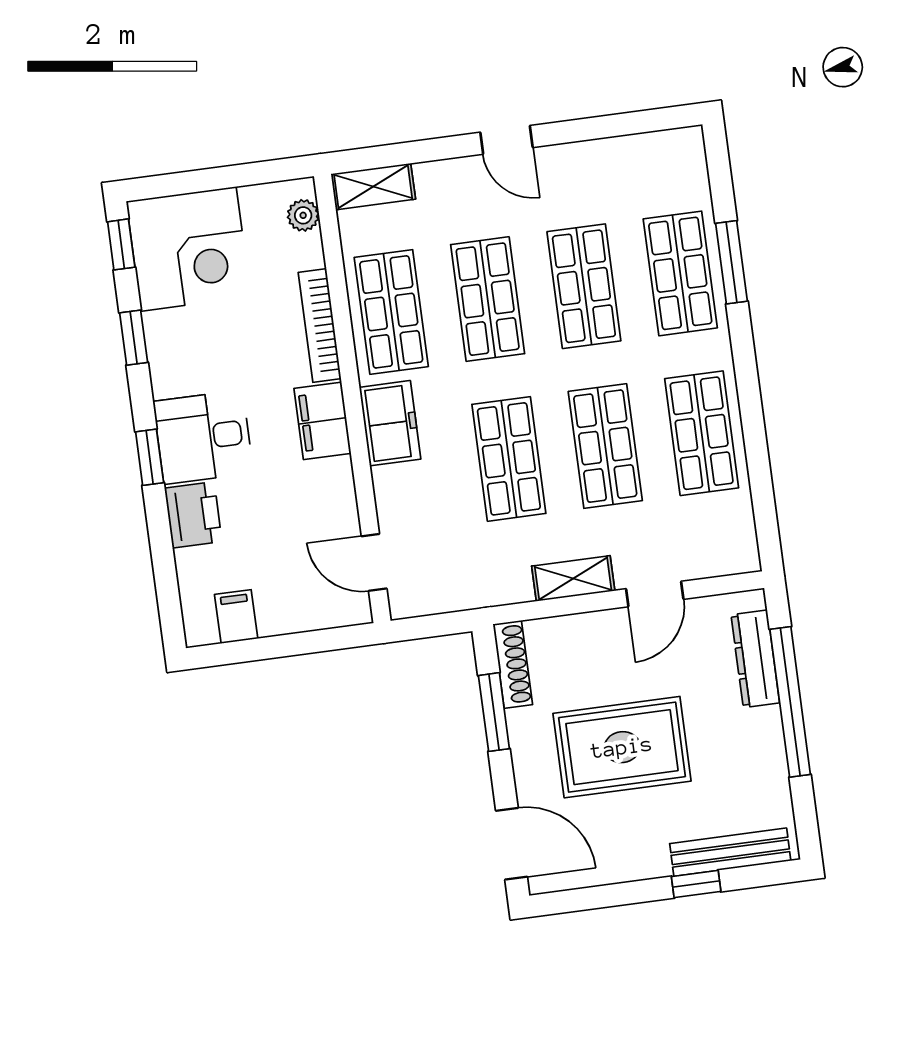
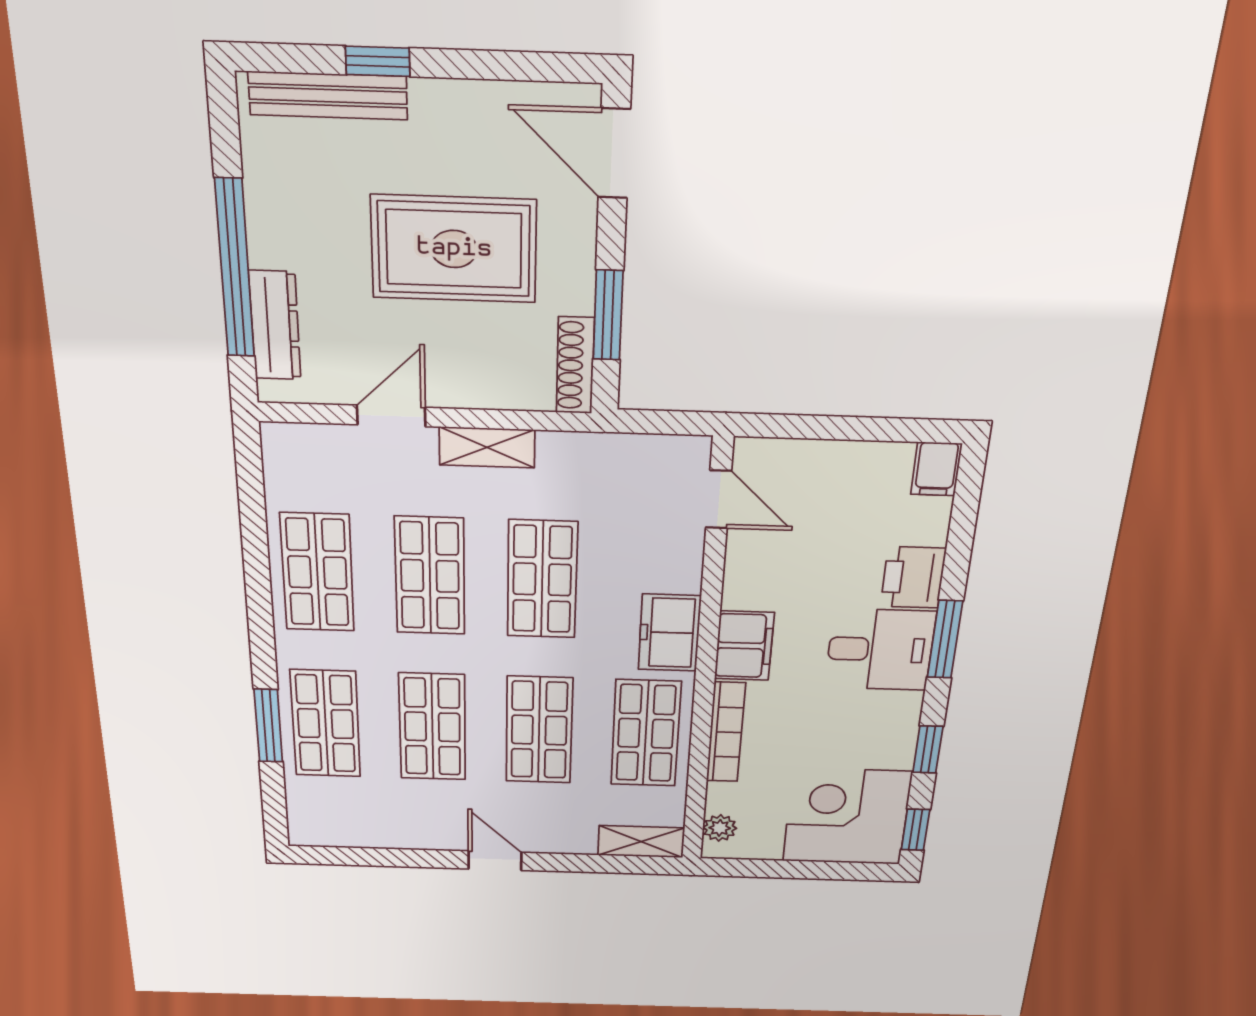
window: (150, 457) -> (945, 639), width x1.50
filing cabinet: (236, 616) -> (936, 469), moved

